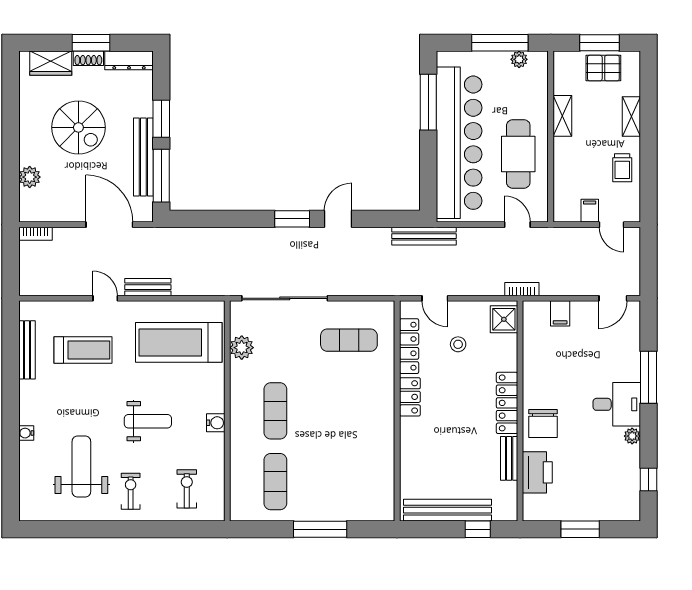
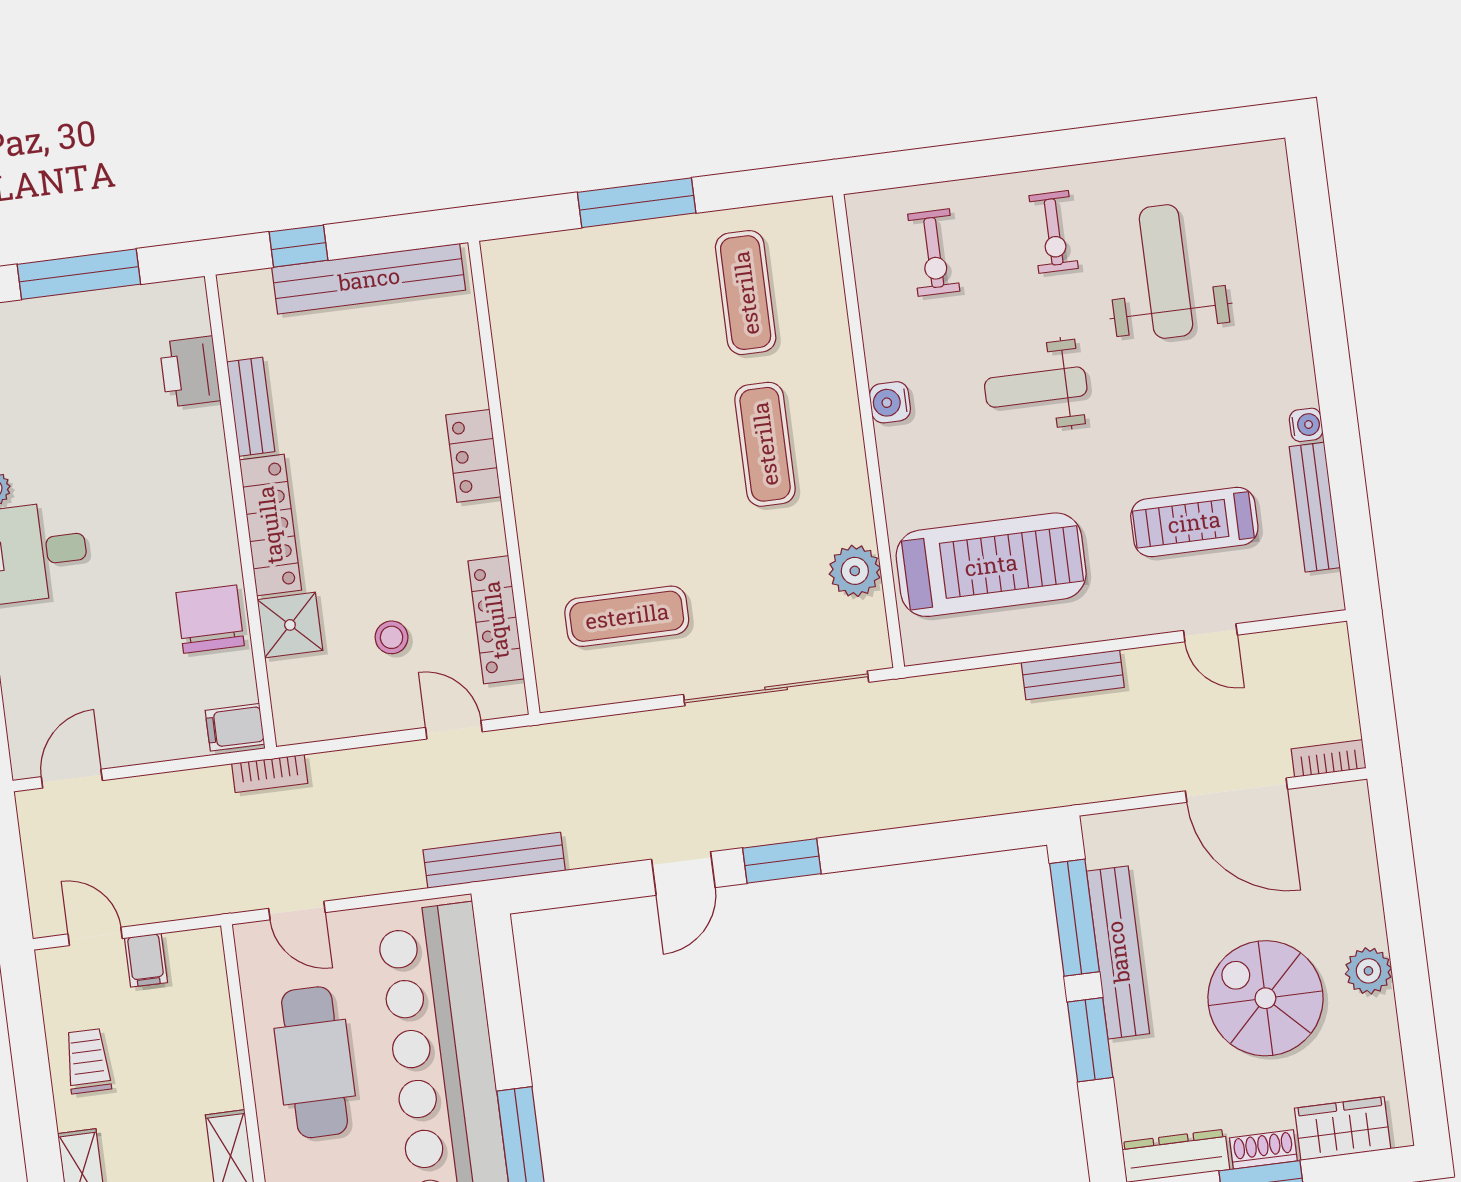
plant: (30, 177) -> (1368, 971), moved
door: (109, 225) -> (1236, 790), moved
door: (105, 298) -> (1210, 633), moved
filing cabinet: (560, 313) -> (235, 727), moved, turned -90
shower: (504, 319) -> (290, 625), moved
locker: (410, 397) -> (473, 456), moved
chair: (543, 423) -> (210, 619), moved
water cooler: (26, 433) -> (1306, 425), moved
weight bench: (81, 467) -> (1166, 272), turned 180
printer: (537, 472) -> (190, 372), width x0.73, depth x0.84
window: (580, 529) -> (79, 274), width x1.44

